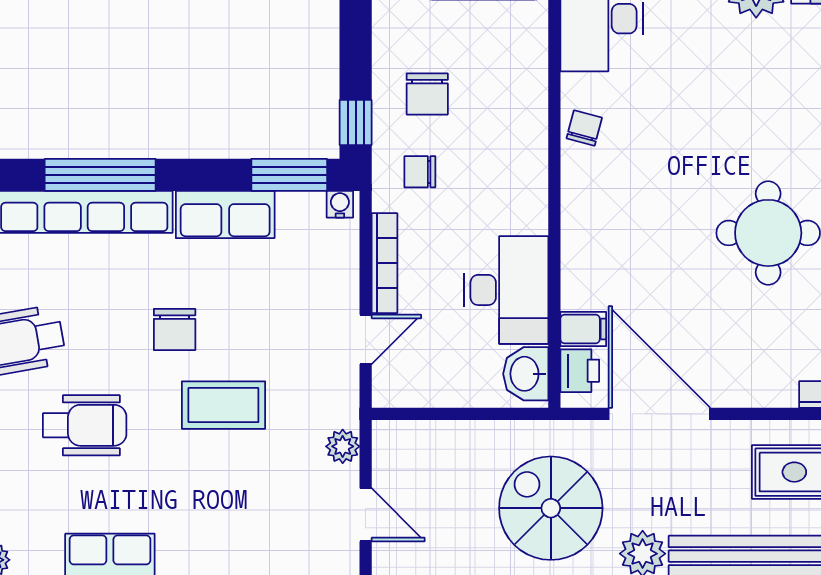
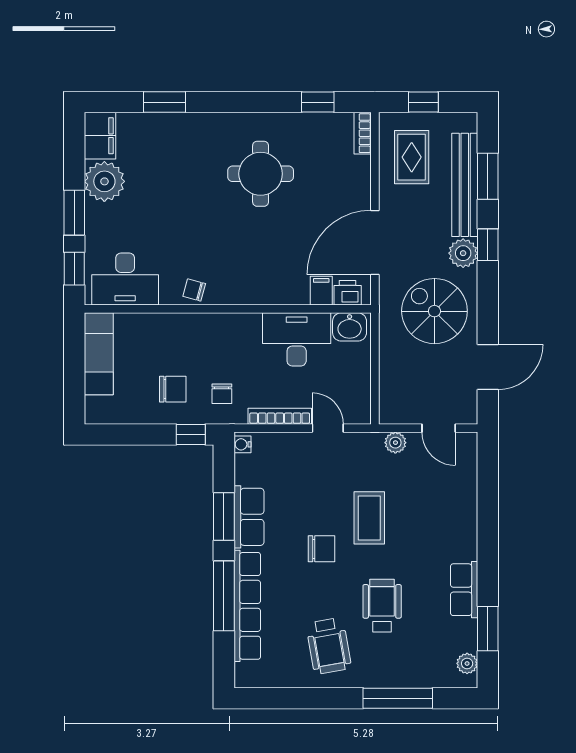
window: (289, 175) -> (224, 516), moved
spiral stairs: (551, 508) -> (434, 311), turned 90
door: (366, 515) -> (439, 428), swing flipped

